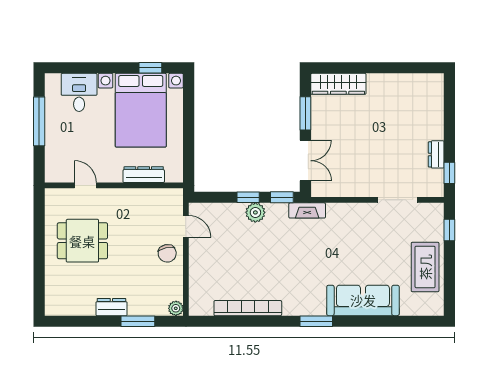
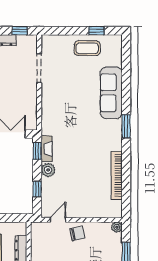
window: (248, 197) -> (37, 189), moved
fireplace: (307, 210) -> (47, 149), moved
window: (449, 230) -> (97, 31), moved
coffee table: (425, 267) -> (87, 48), width x0.73, depth x0.76

